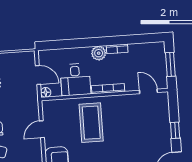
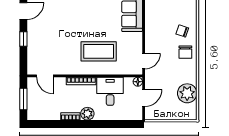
door: (38, 75) -> (144, 98), swing flipped
coffee table: (91, 123) -> (99, 51), turned 90
door: (42, 129) -> (144, 61), moved

